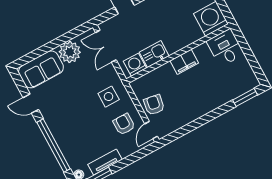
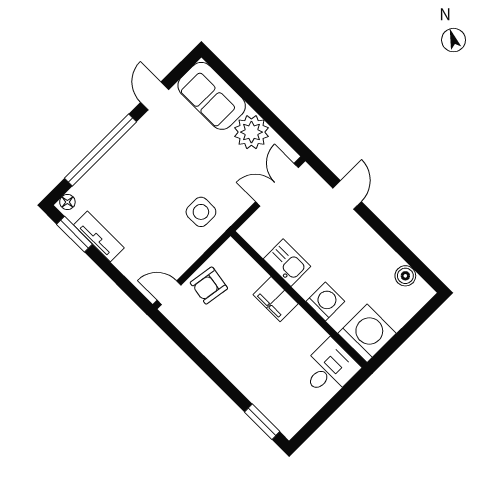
filing cabinet: (184, 62) -> (276, 299), moved
washing machine: (135, 65) -> (325, 301), moved
armchair: (154, 105) -> (209, 286), turned 180
armchair: (124, 124) -> (165, 248), removed

